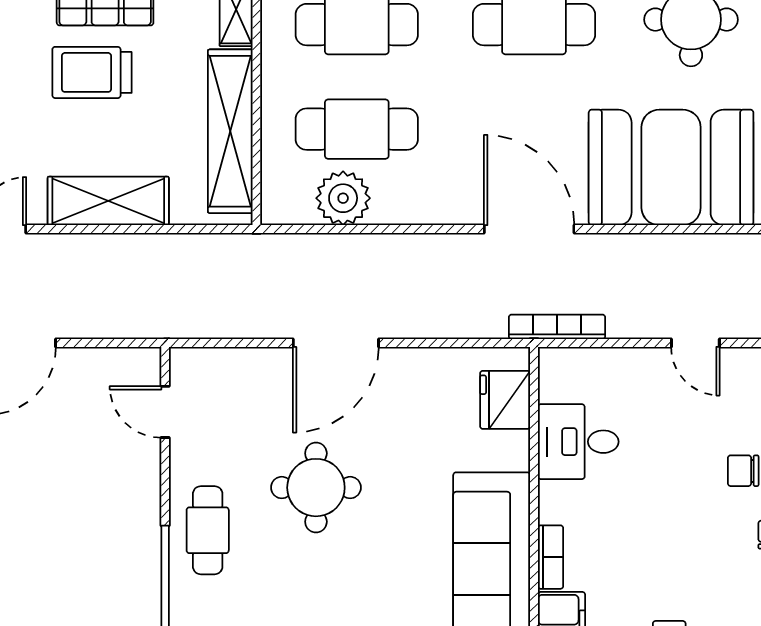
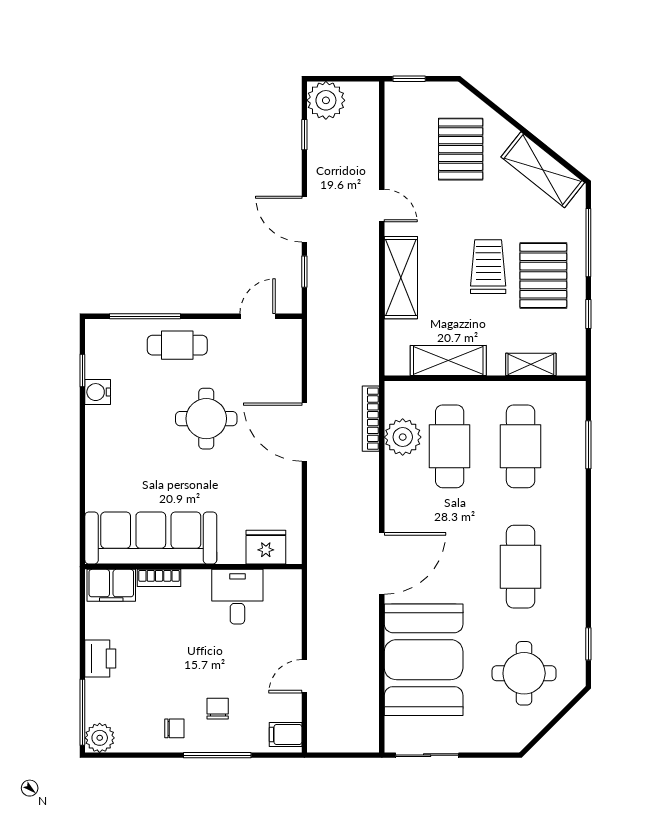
shelving: (230, 131) -> (448, 360), width x0.68
bookcase: (557, 327) -> (371, 419), moved, turned 180
window: (99, 343) -> (304, 272), added

